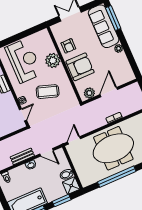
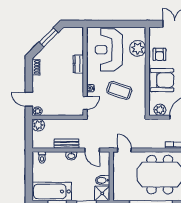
plant: (53, 60) -> (138, 48), moved
reception desk: (24, 61) -> (109, 50), turned 180
door: (74, 140) -> (124, 150), hinge flipped

